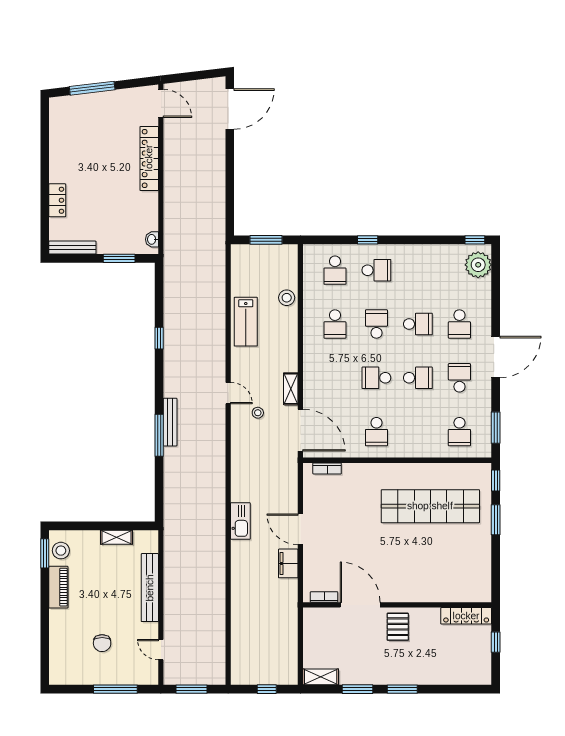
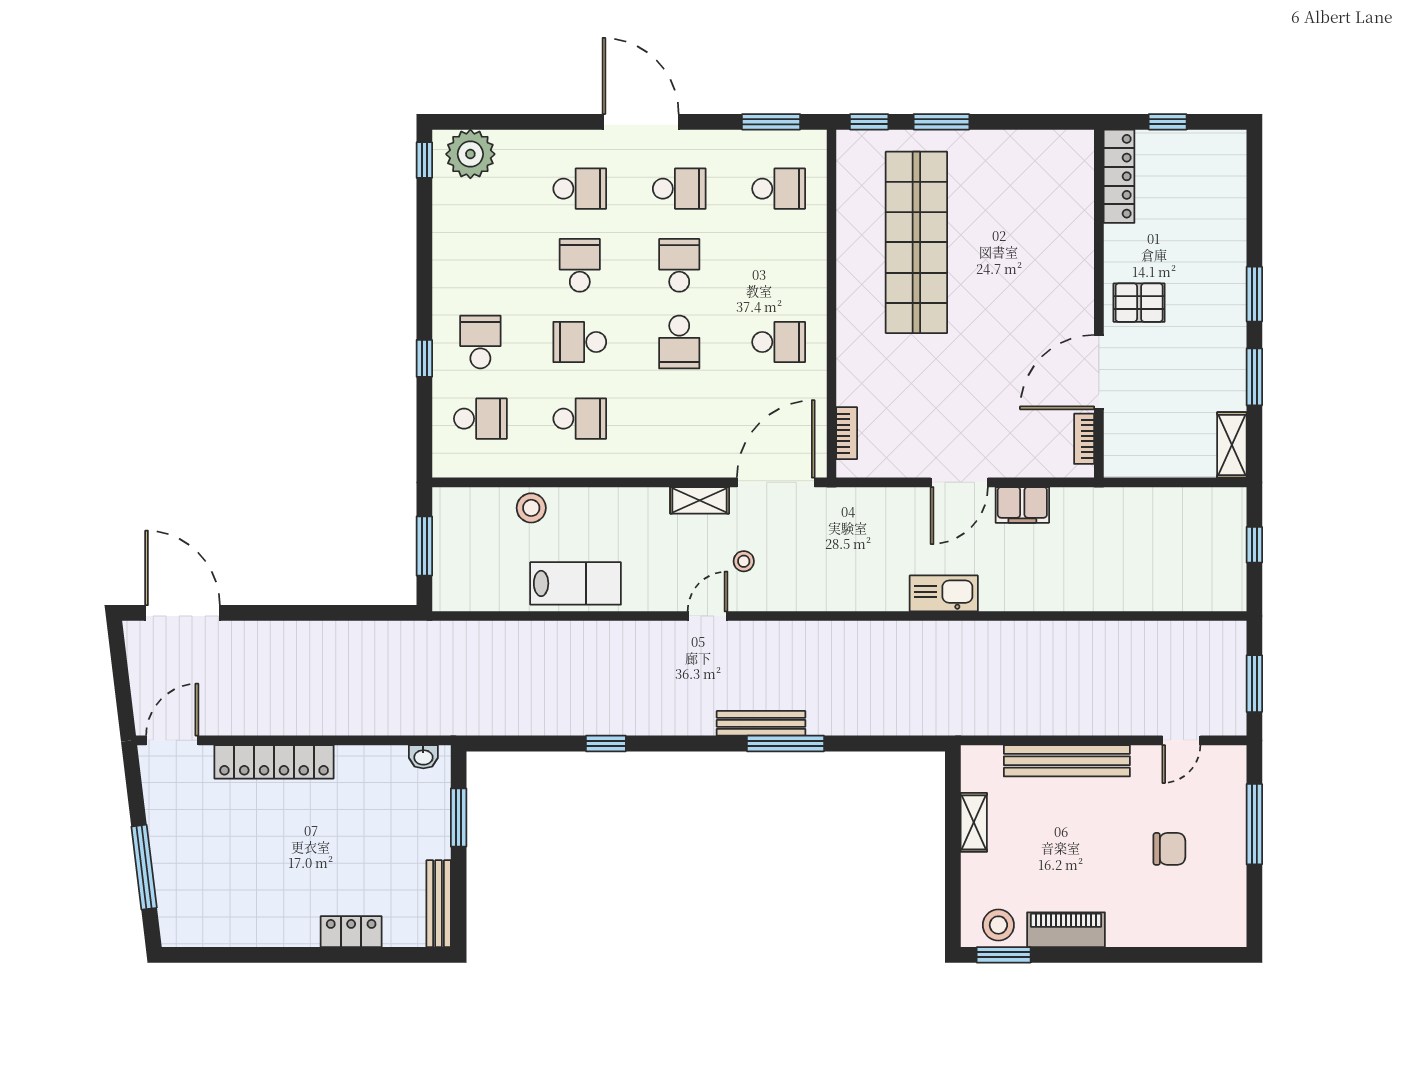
school desk: (459, 378) -> (679, 189), turned 180

